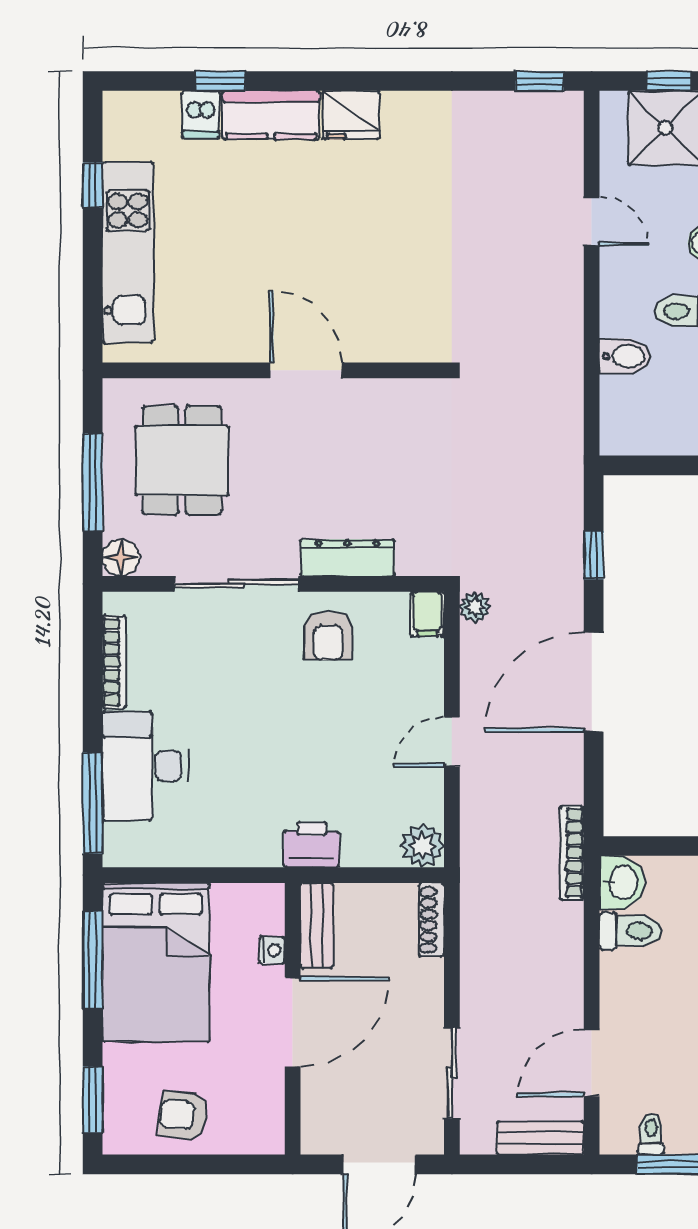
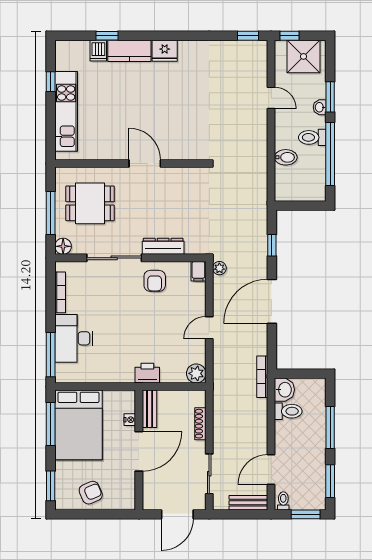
window: (669, 81) -> (289, 36), moved
dining table: (182, 460) -> (90, 203), turned 90
shoe rack: (432, 920) -> (200, 424), moved
armchair: (183, 1115) -> (91, 493), turned 151
toilet: (651, 1134) -> (283, 501), moved

